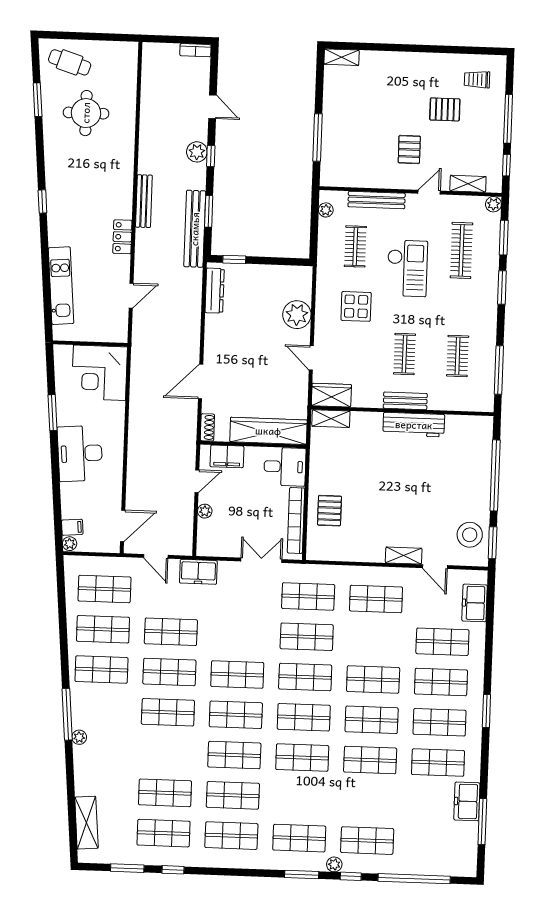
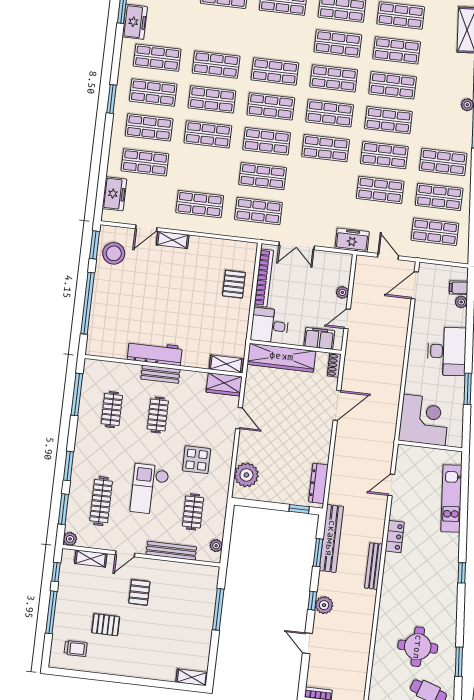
plant: (297, 315) -> (246, 475), moved
plant: (70, 544) -> (461, 302), moved
door: (435, 567) -> (146, 228), swing flipped
shop shelf: (166, 753) -> (393, 85), added

